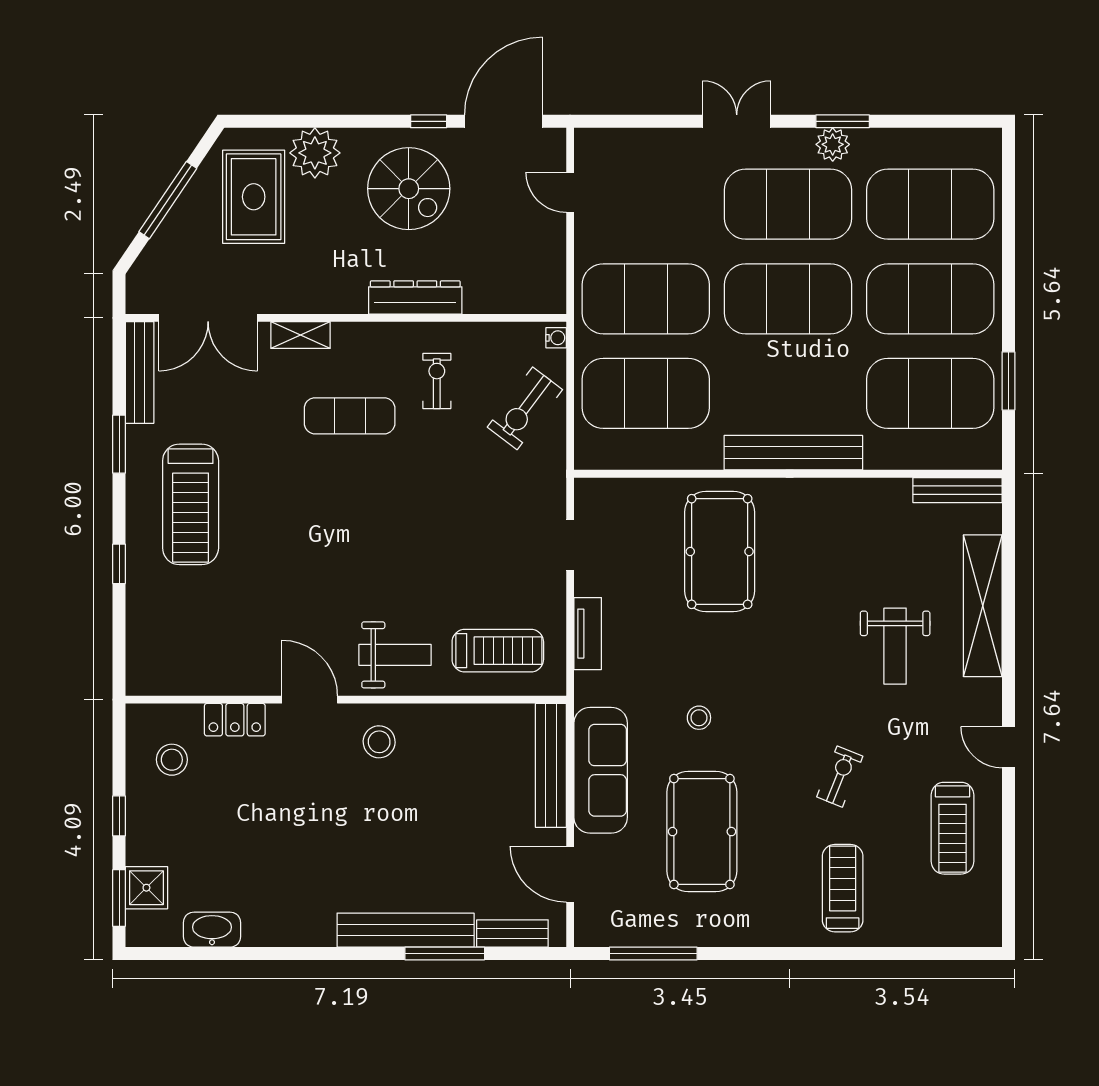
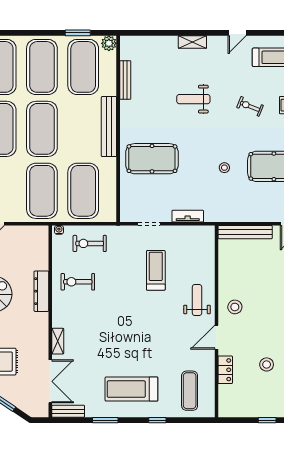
bench: (140, 373) -> (68, 411), width x0.73
exercise bike: (437, 381) -> (78, 282), width x1.38, depth x1.39
exercise bike: (525, 408) -> (90, 243), turned 143
exercise mat: (350, 416) -> (190, 391), moved
plant: (985, 452) -> (109, 43), added
bench: (957, 490) -> (125, 80), moved
treadmill: (191, 504) -> (131, 389), turned 180
shelving: (983, 606) -> (192, 42), width x0.45, depth x0.75
weight bench: (895, 646) -> (193, 99), moved, turned 180
treadmill: (498, 651) -> (156, 270), moved
stool: (172, 760) -> (267, 364), moved
sofa: (601, 770) -> (247, 210), removed

